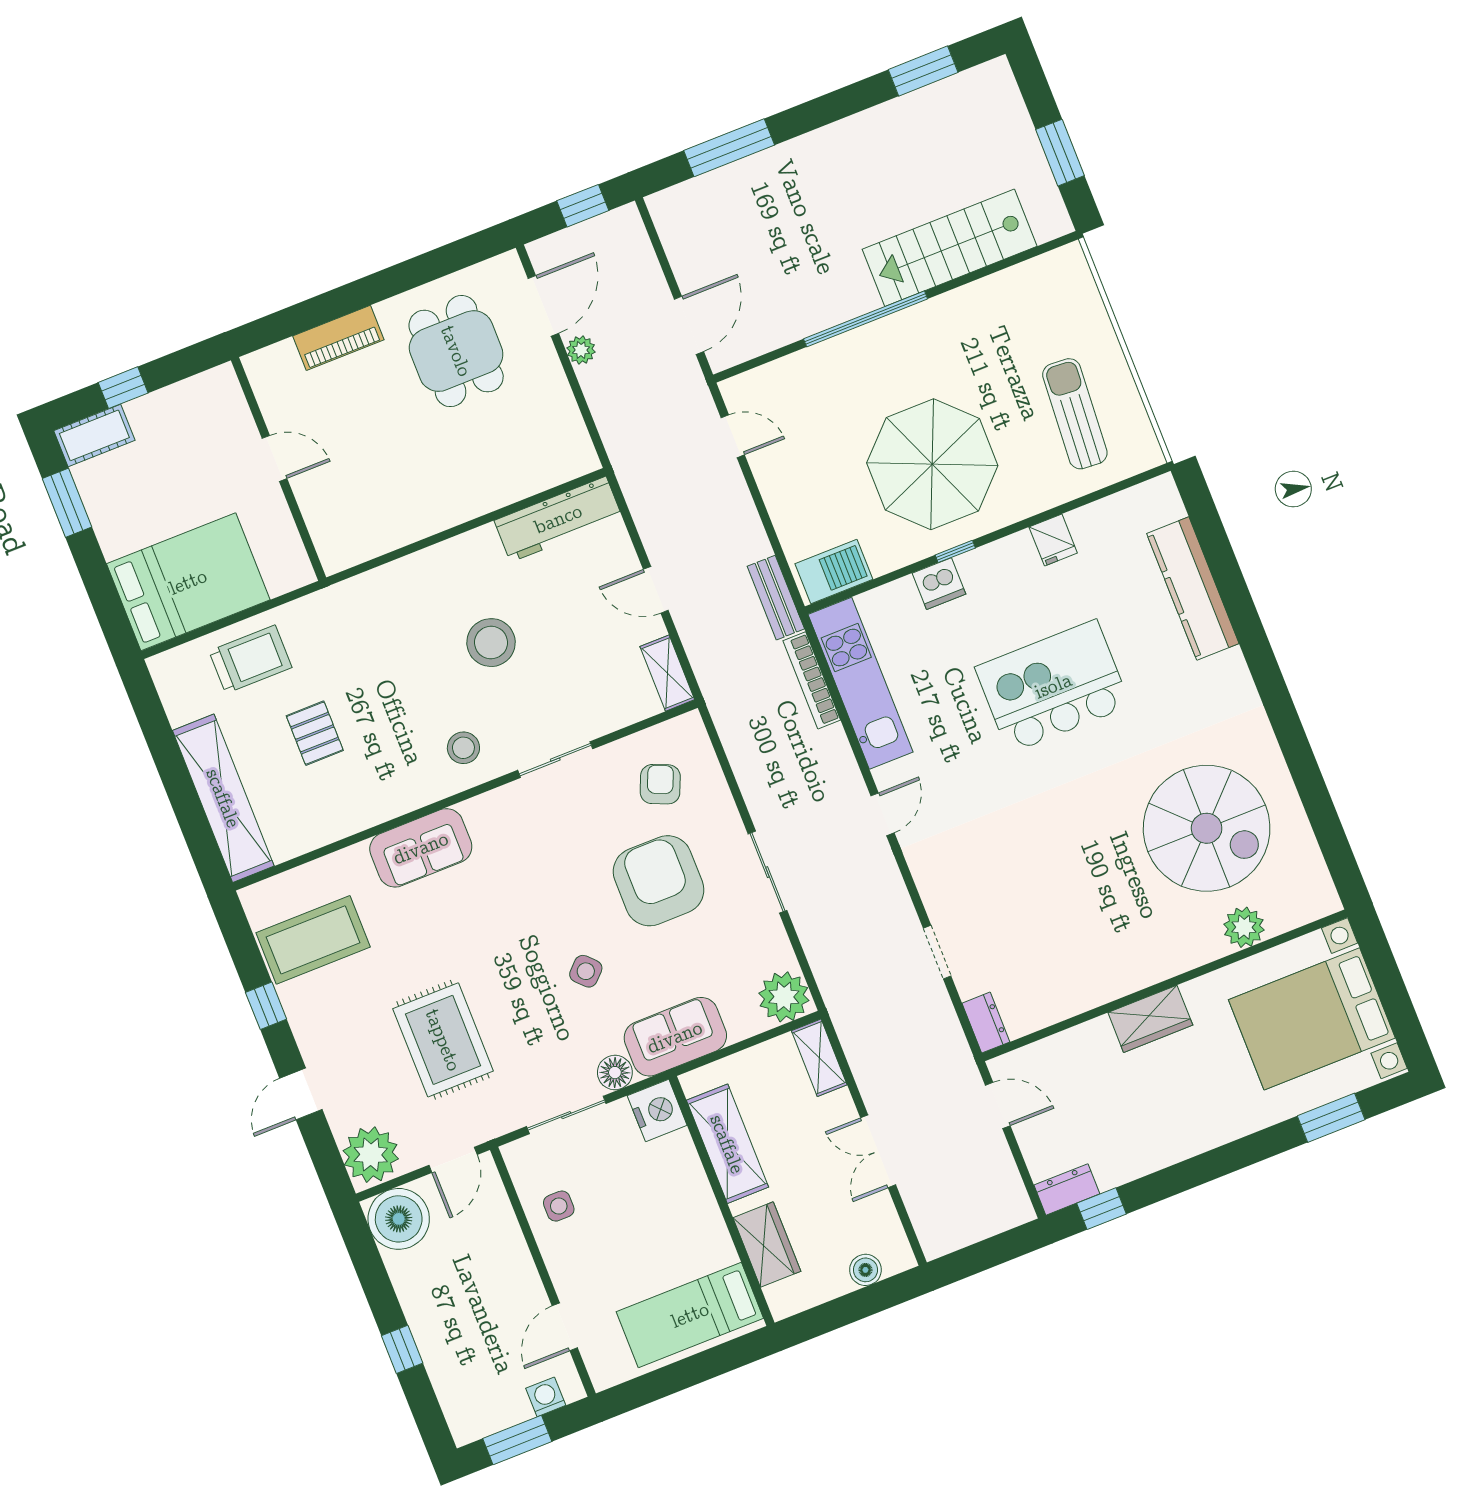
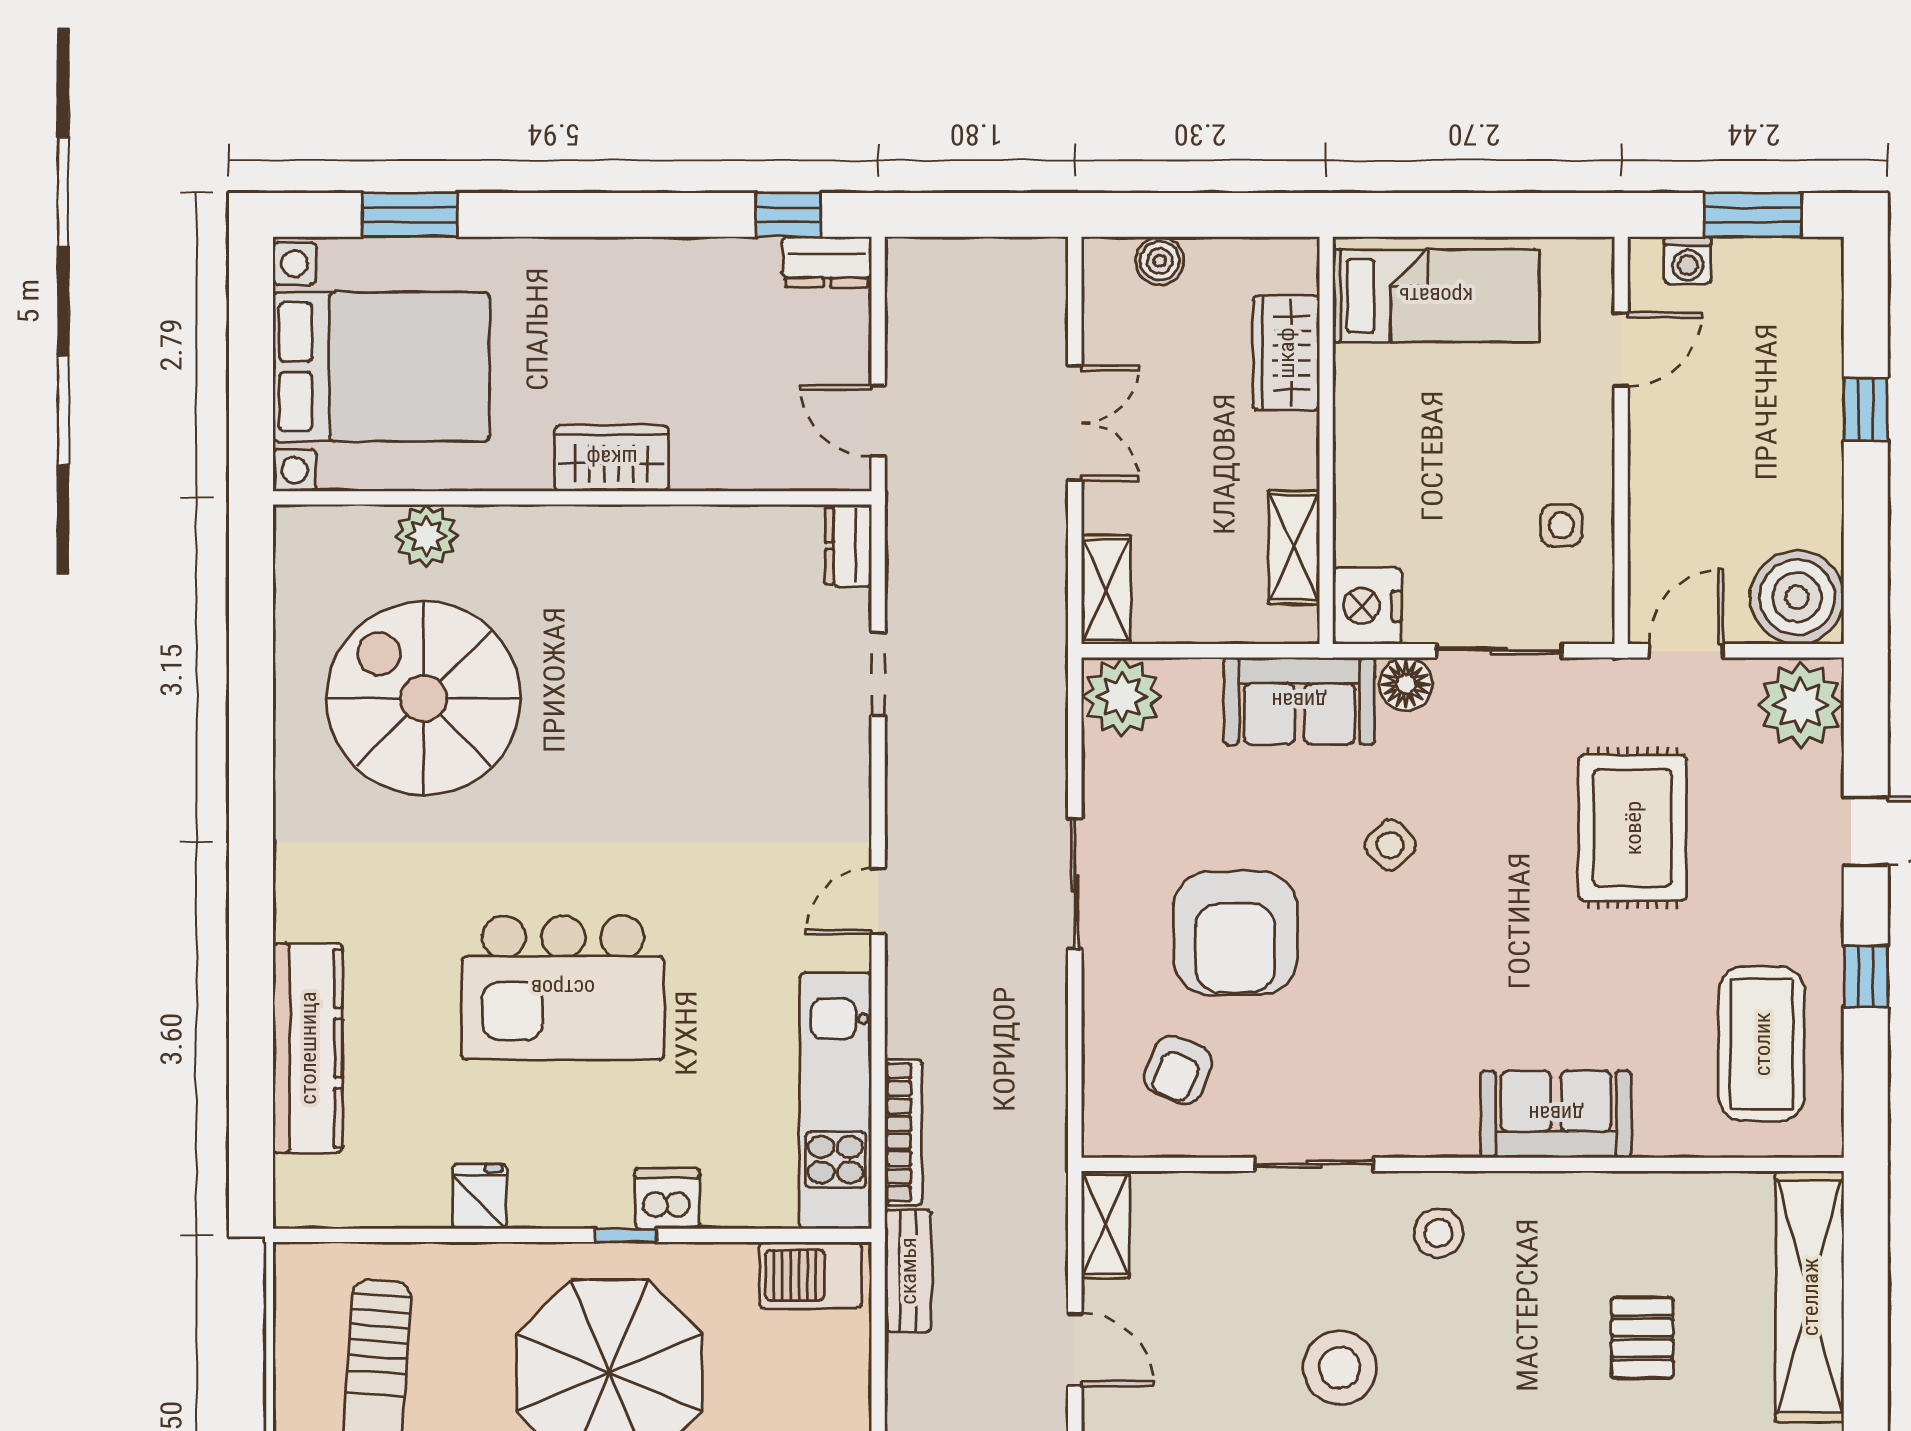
coffee table: (313, 940) -> (1762, 1044), turned 90
shelving: (727, 1144) -> (1294, 547), width x0.67, depth x0.75

